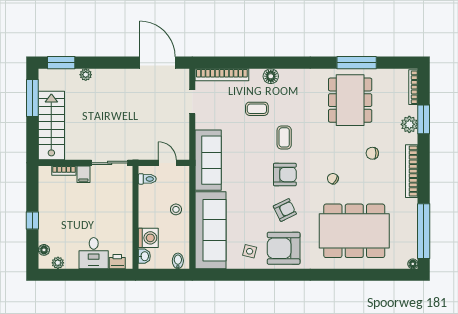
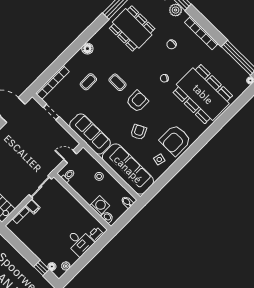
floor lamp: (271, 76) -> (87, 49), moved
armchair: (285, 210) -> (139, 132), moved
window: (32, 221) -> (41, 268), moved
dining table: (354, 231) -> (203, 94), turned 90

